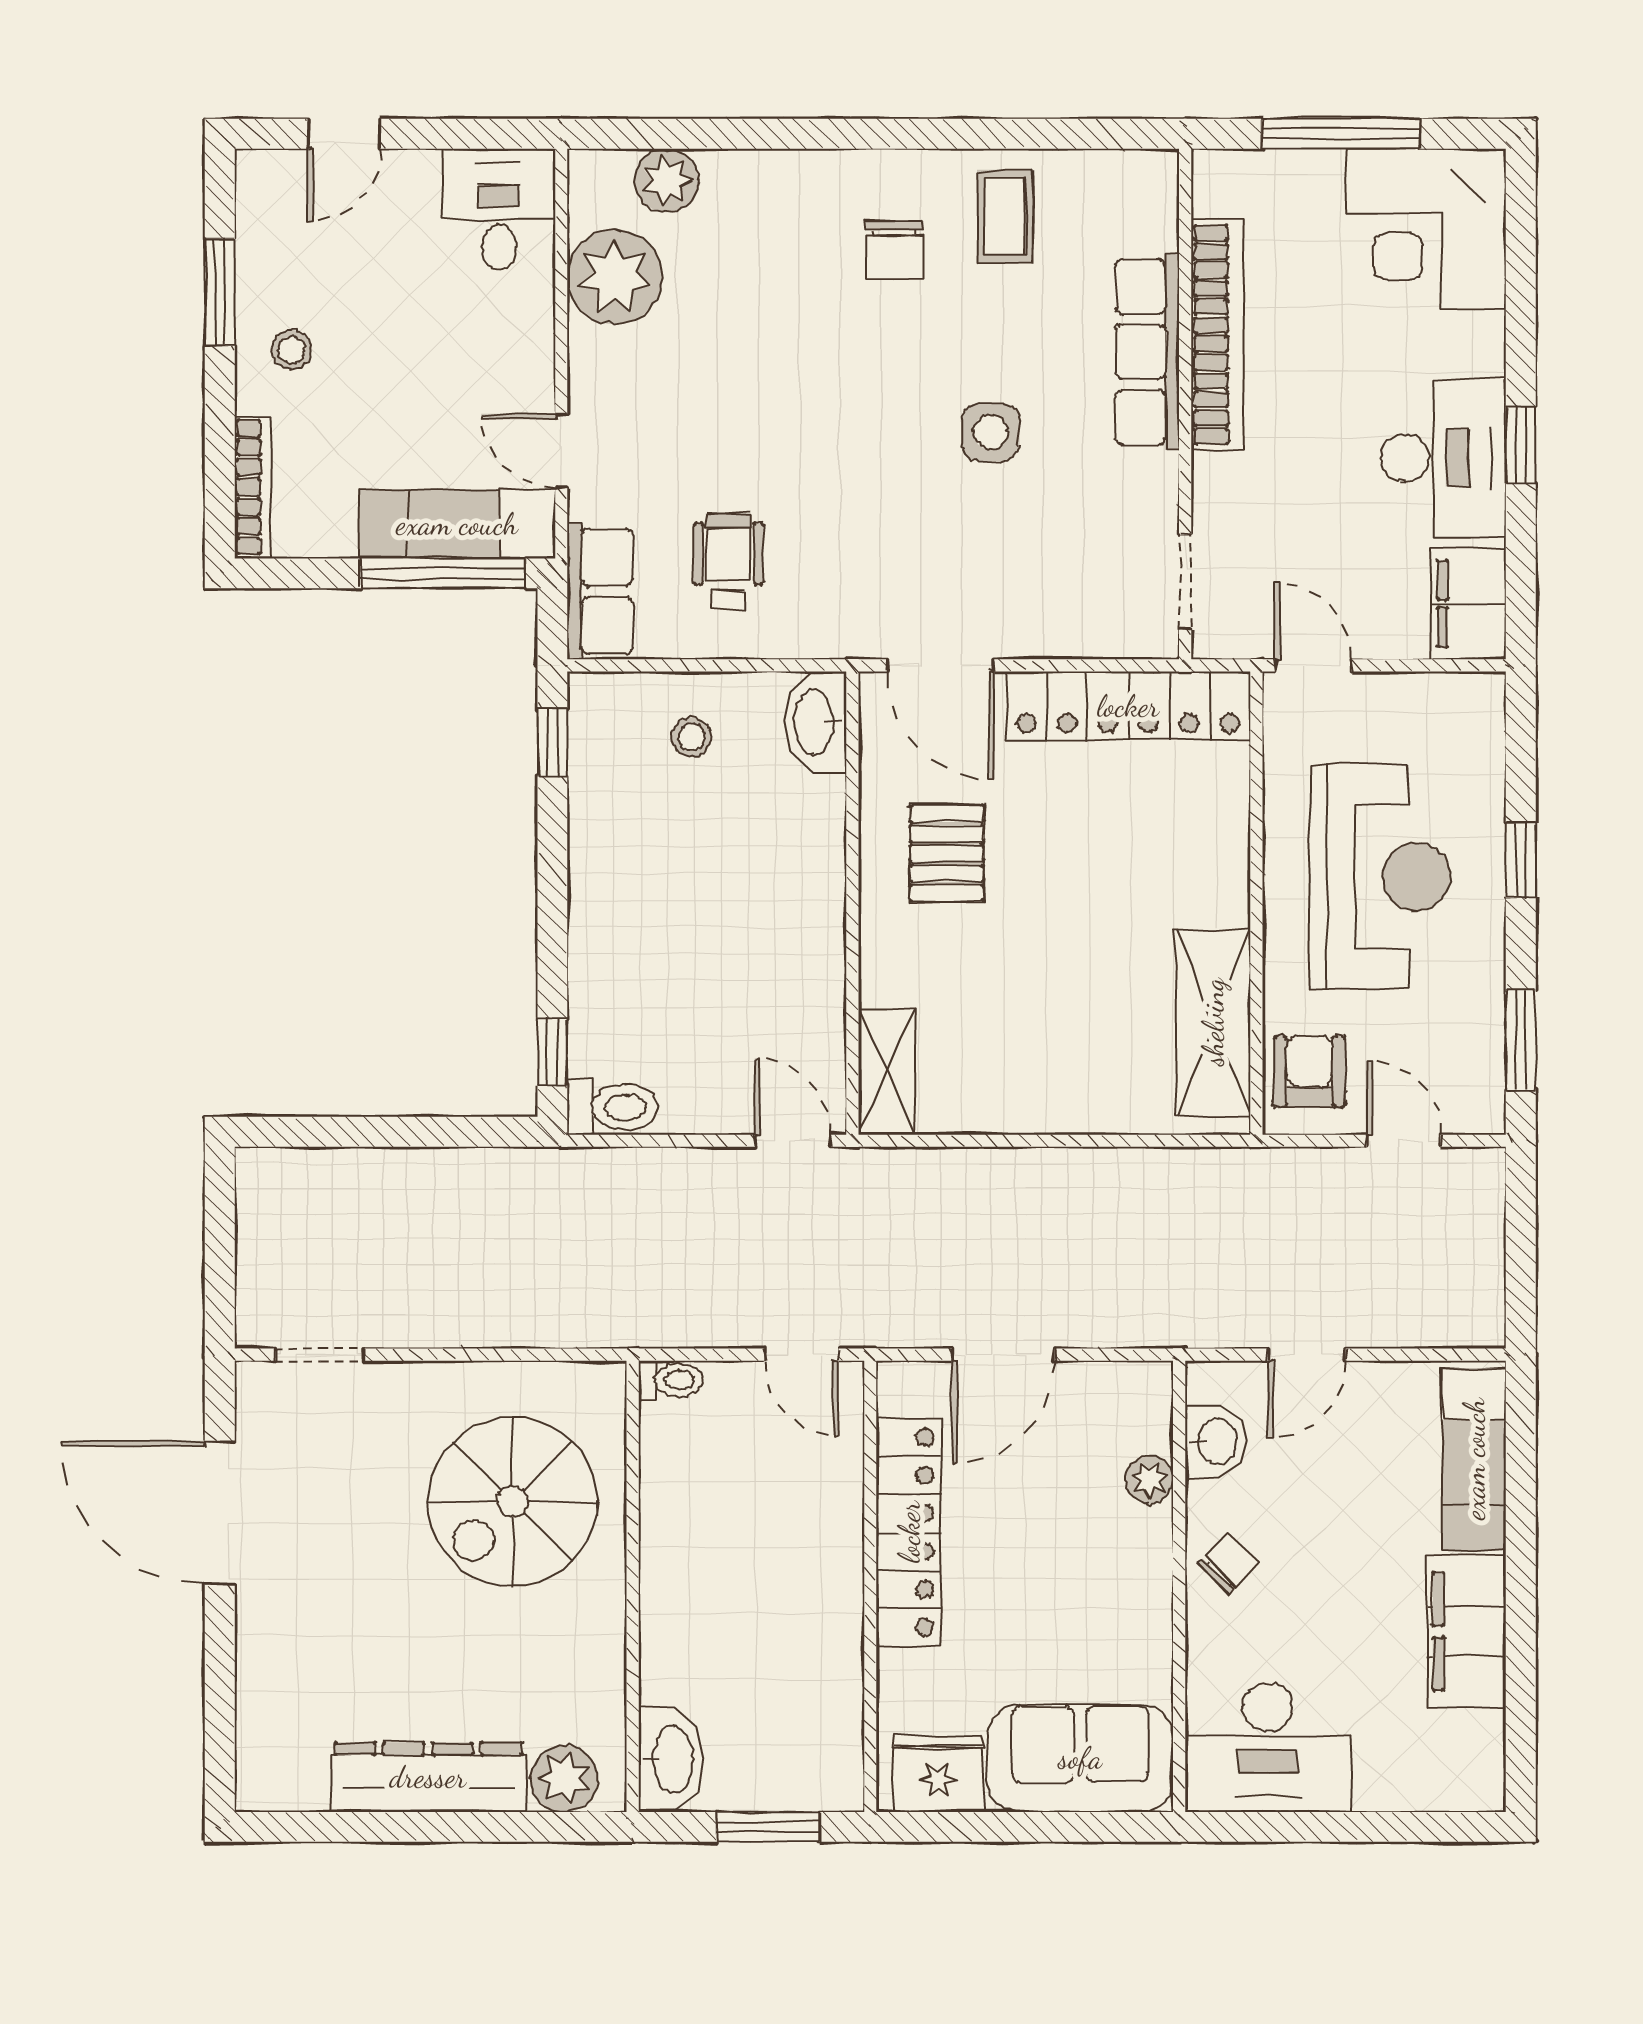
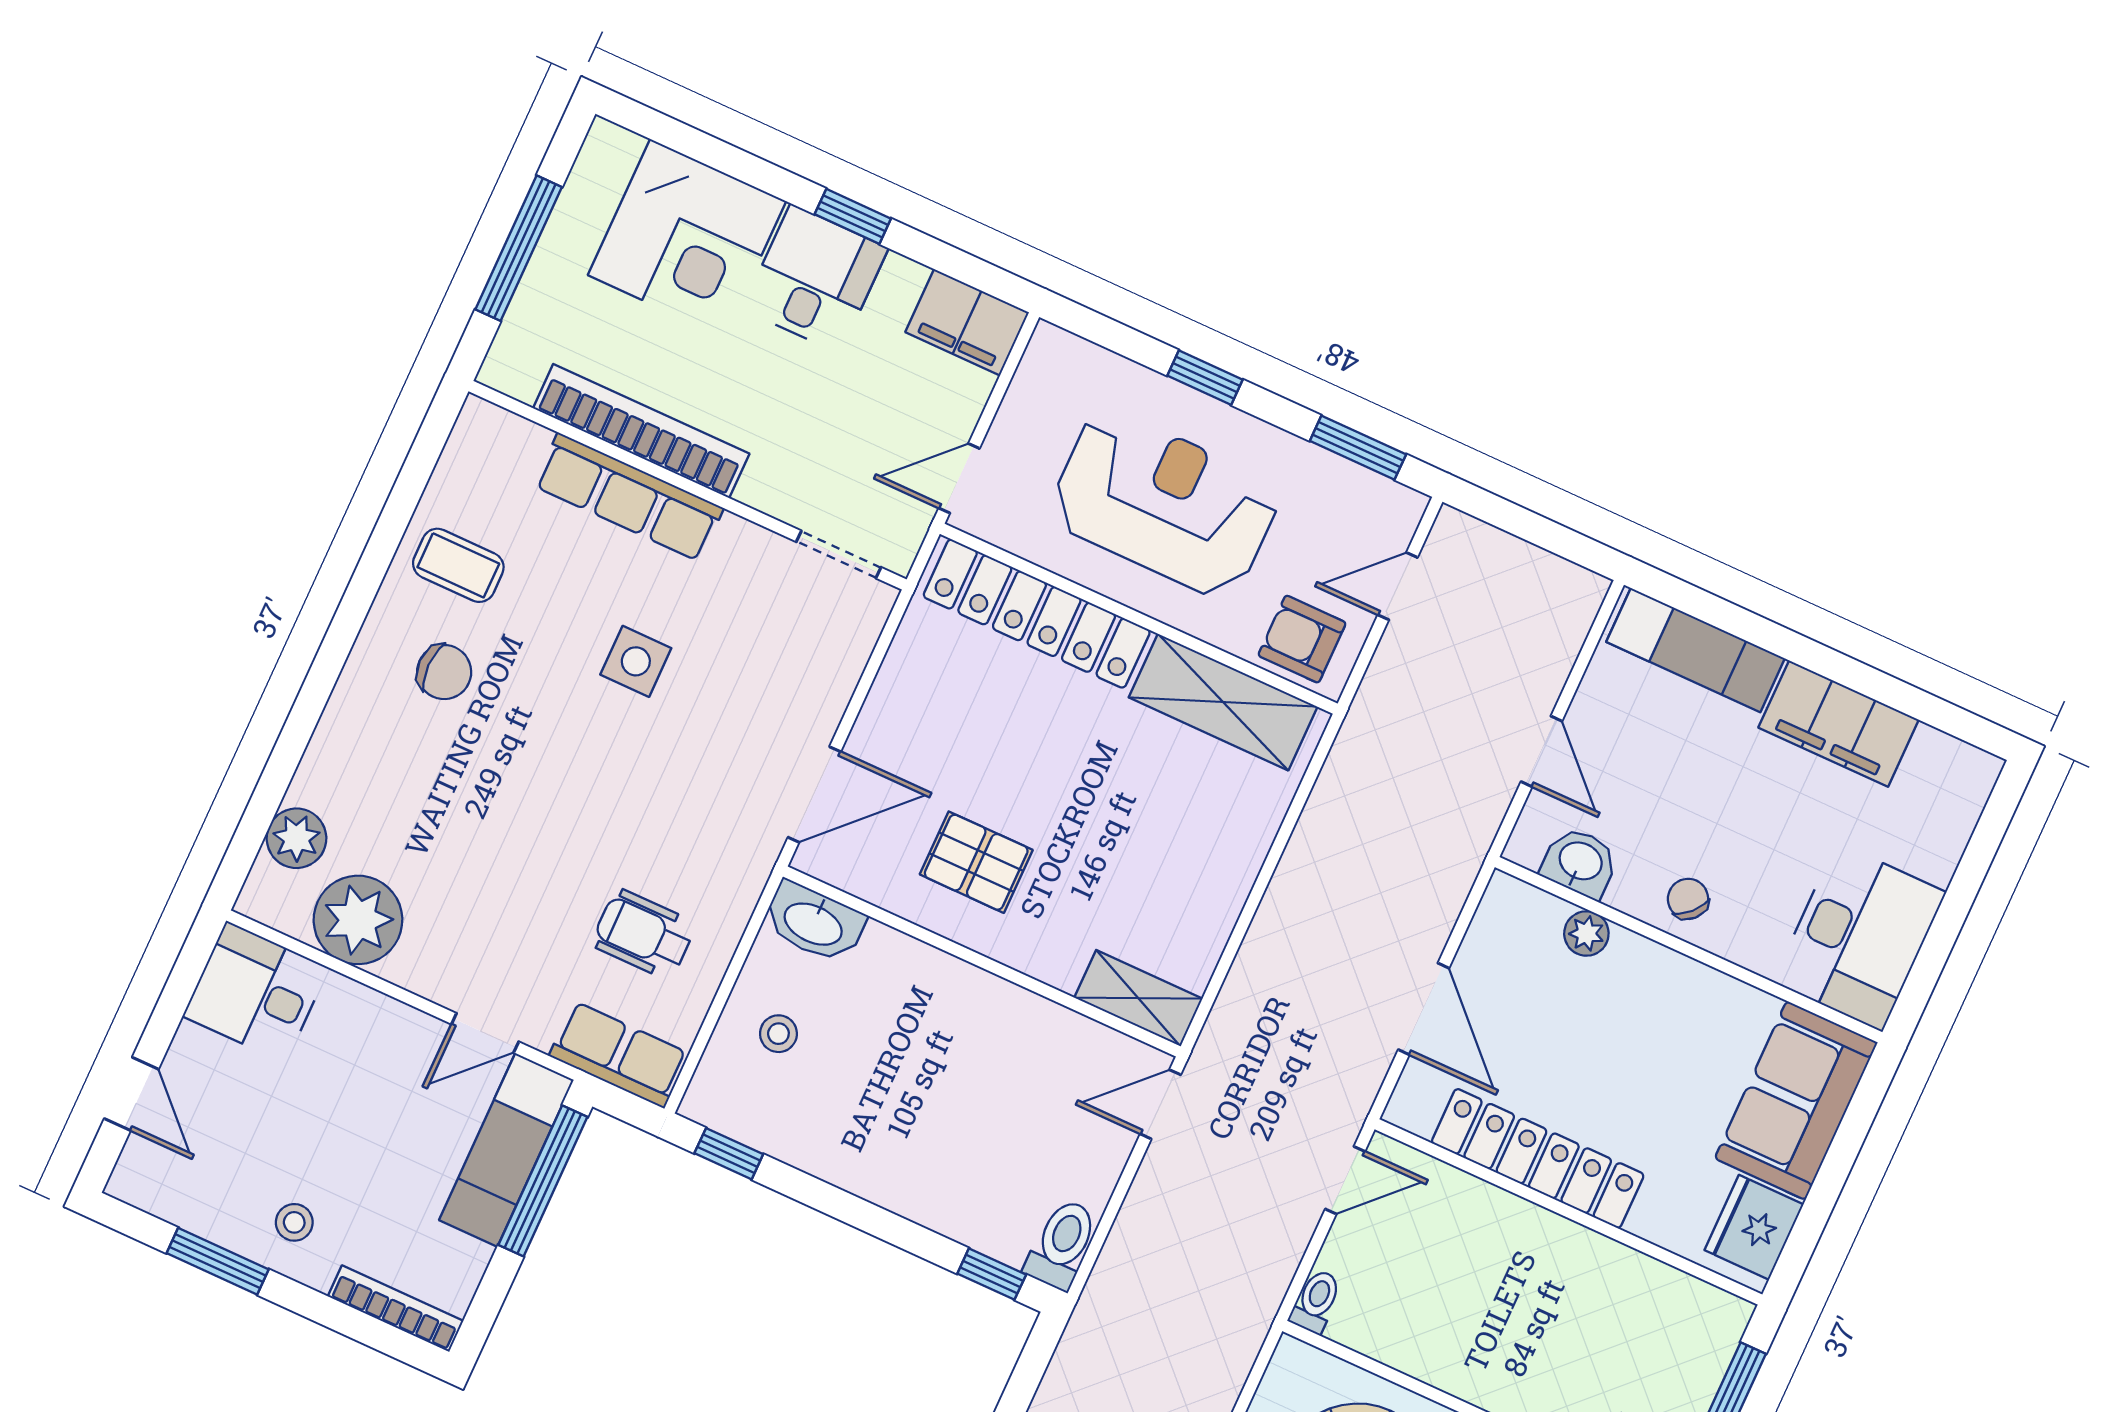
corner desk: (1426, 229) -> (687, 238), moved
desk: (1443, 458) -> (815, 279), width x0.73
locker: (1128, 706) -> (1037, 614), moved, turned 90

